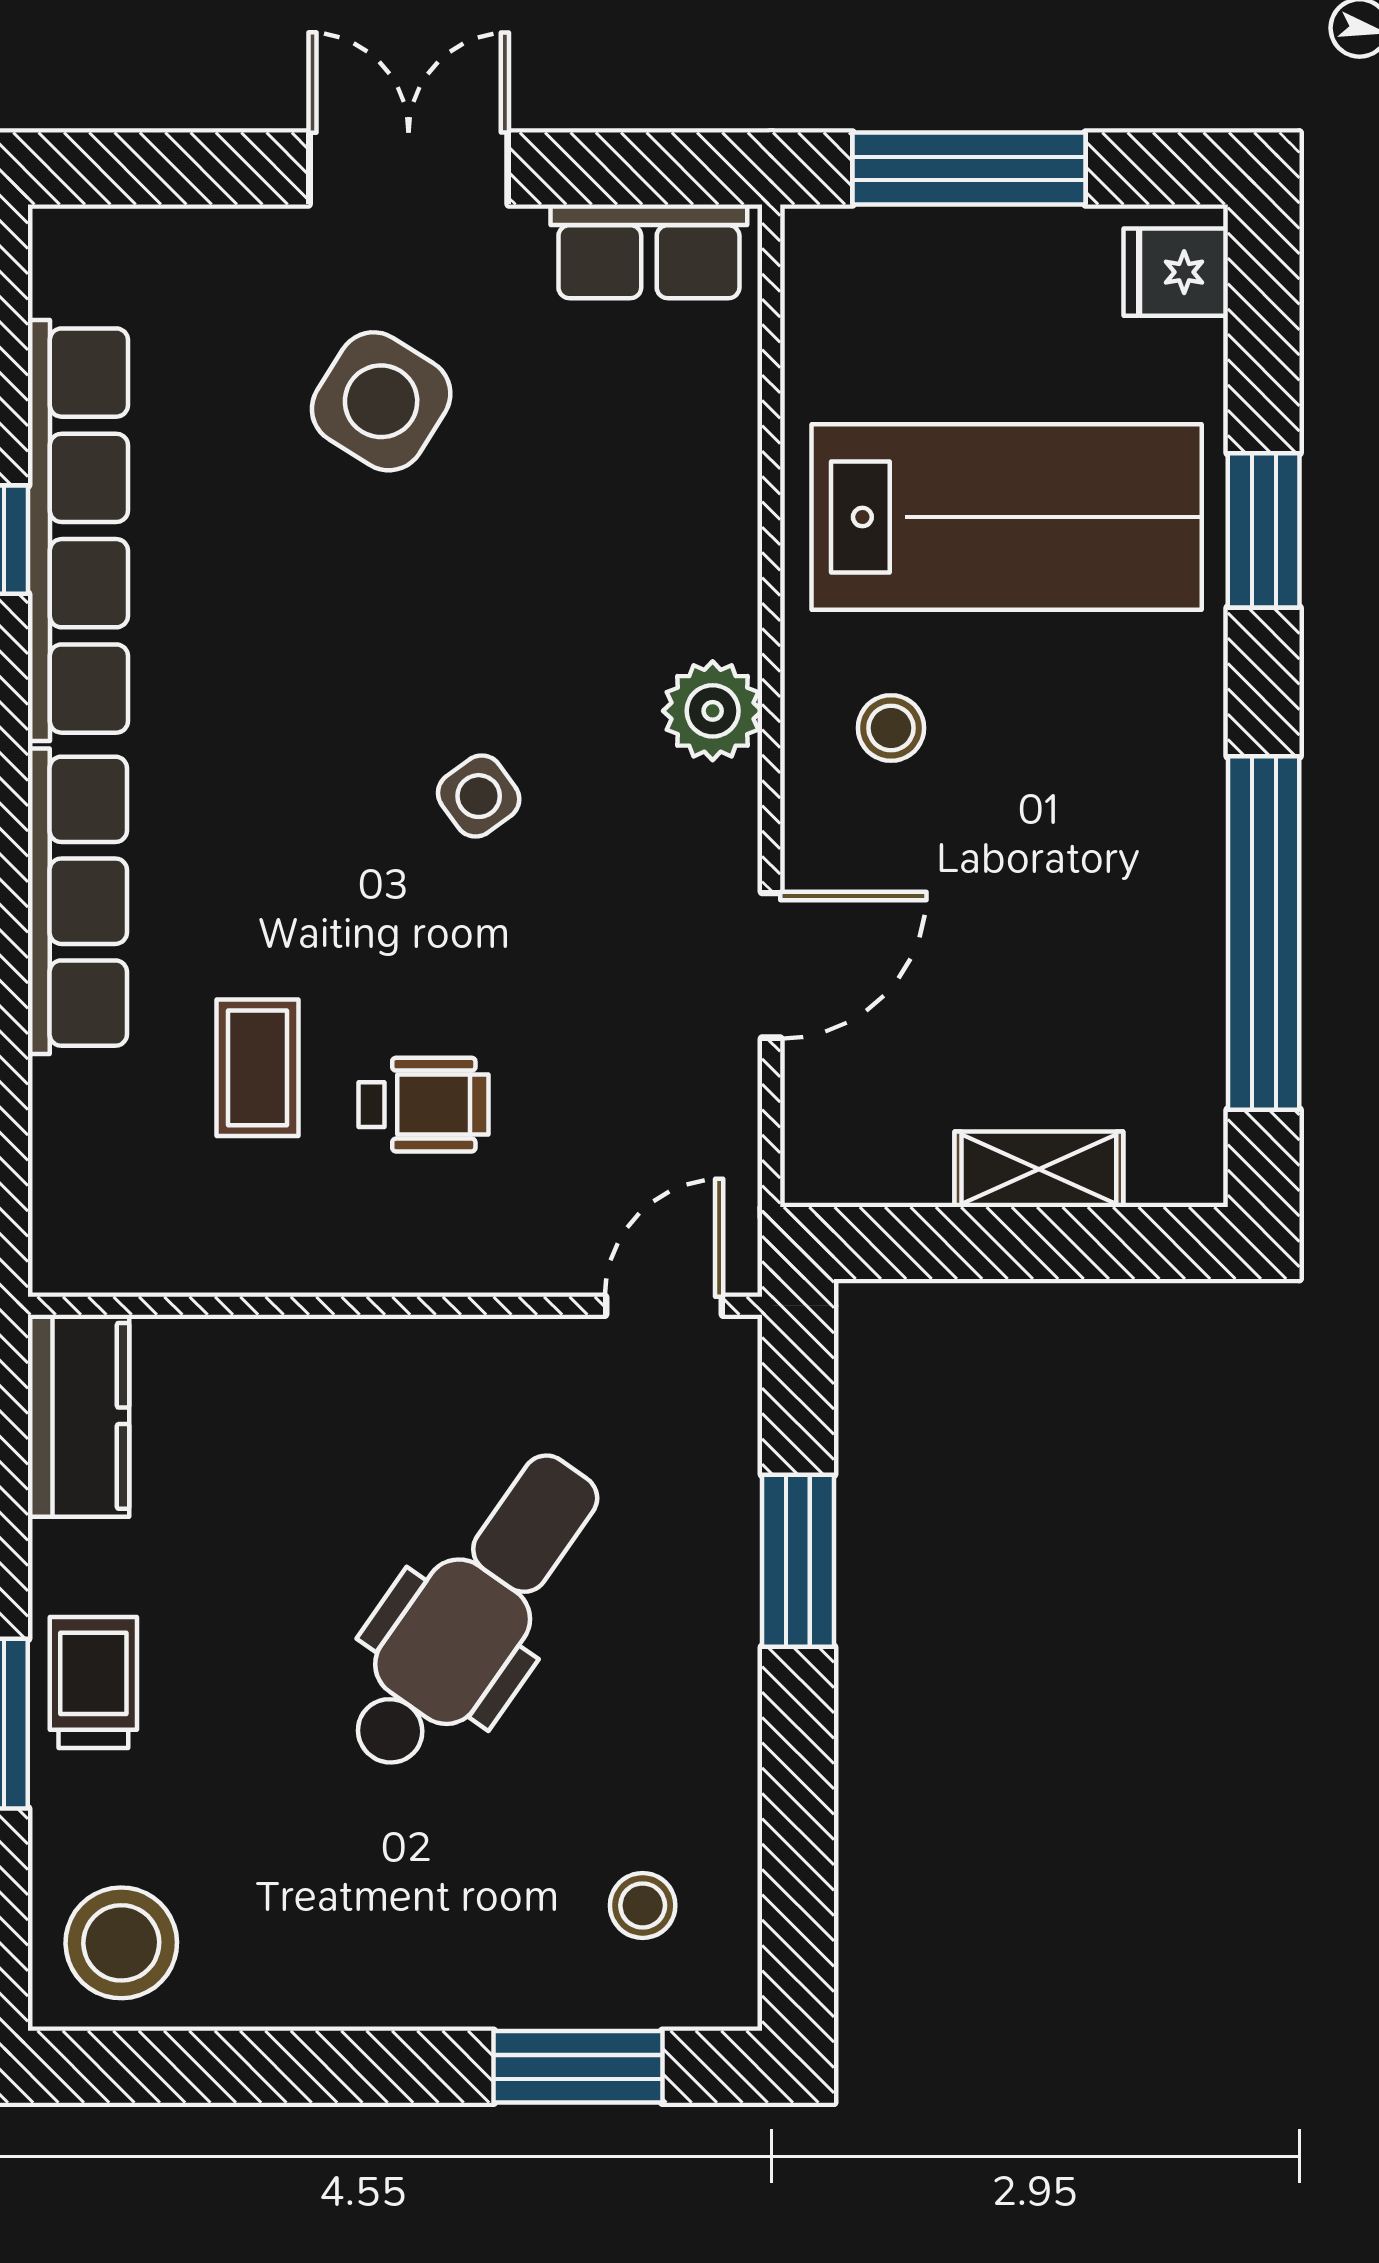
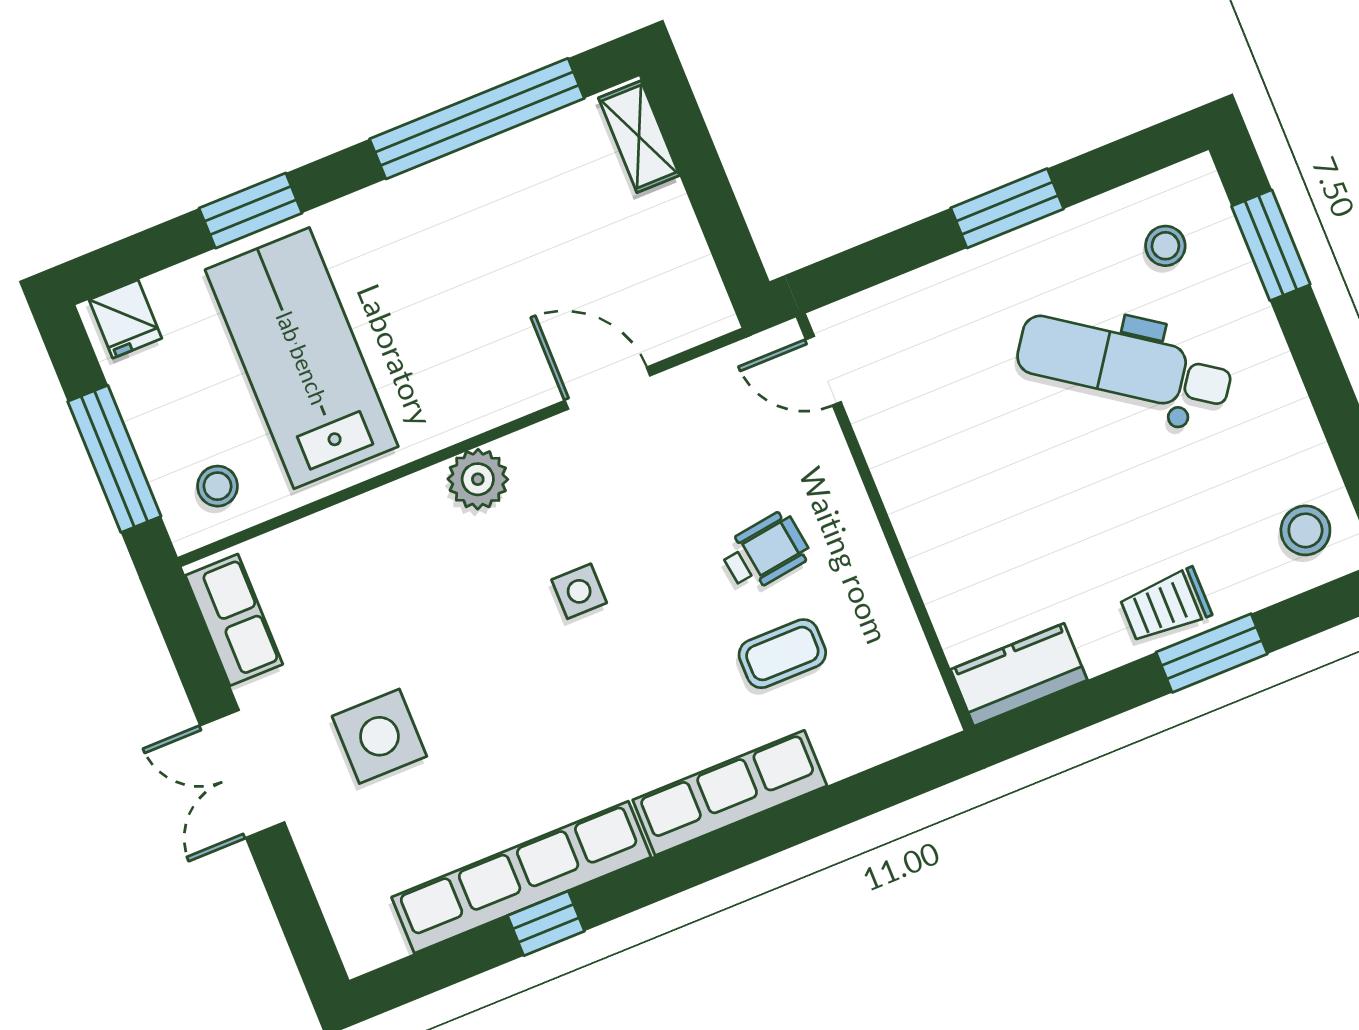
side table: (381, 401) -> (379, 736), turned -32
stool: (891, 728) -> (217, 486), moved
side table: (479, 796) -> (579, 591), turned 36
wheelchair: (423, 1105) -> (765, 552), turned 82
shelving: (1039, 1169) -> (639, 137), moved
window: (798, 1561) -> (1007, 208), moved
dental chair: (473, 1613) -> (1124, 365), moved
stool: (121, 1943) -> (1305, 530), width x0.73, depth x0.73

